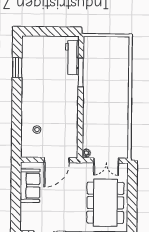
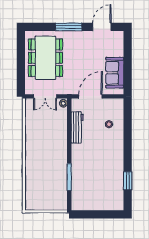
workbench: (72, 58) -> (77, 127), moved
double door: (106, 161) -> (45, 96), swing flipped

